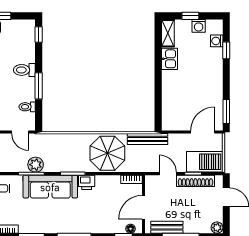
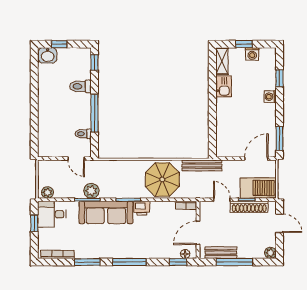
washing machine: (217, 41) -> (270, 97), moved
toilet: (24, 70) -> (80, 86), moved
window: (39, 86) -> (94, 113), width x1.44

